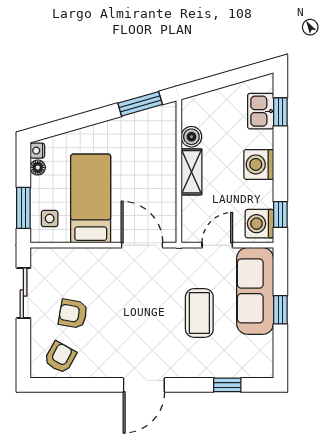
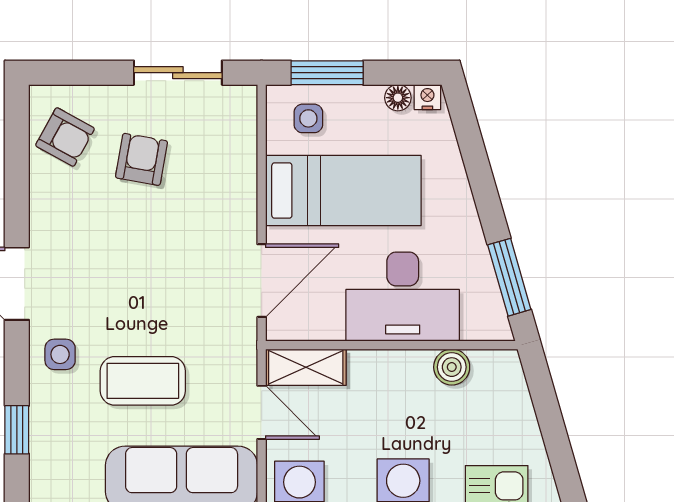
desk: (151, 165) -> (403, 297), added
shelving: (192, 172) -> (306, 367), moved
side table: (184, 360) -> (60, 354), added

